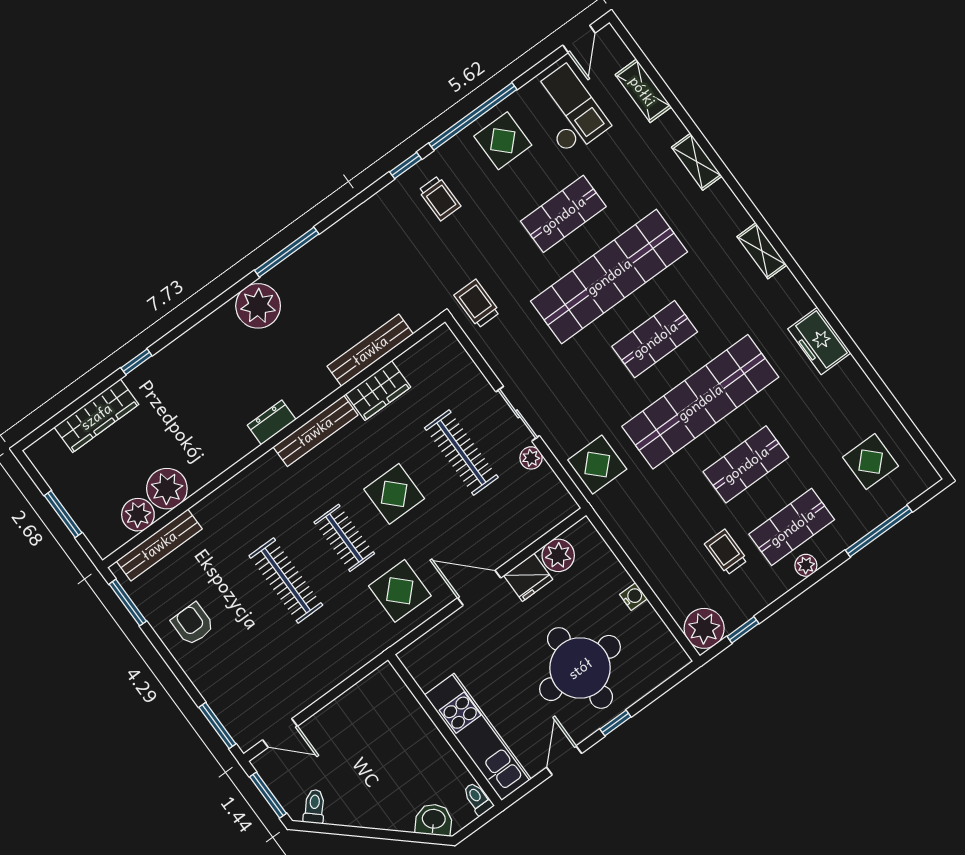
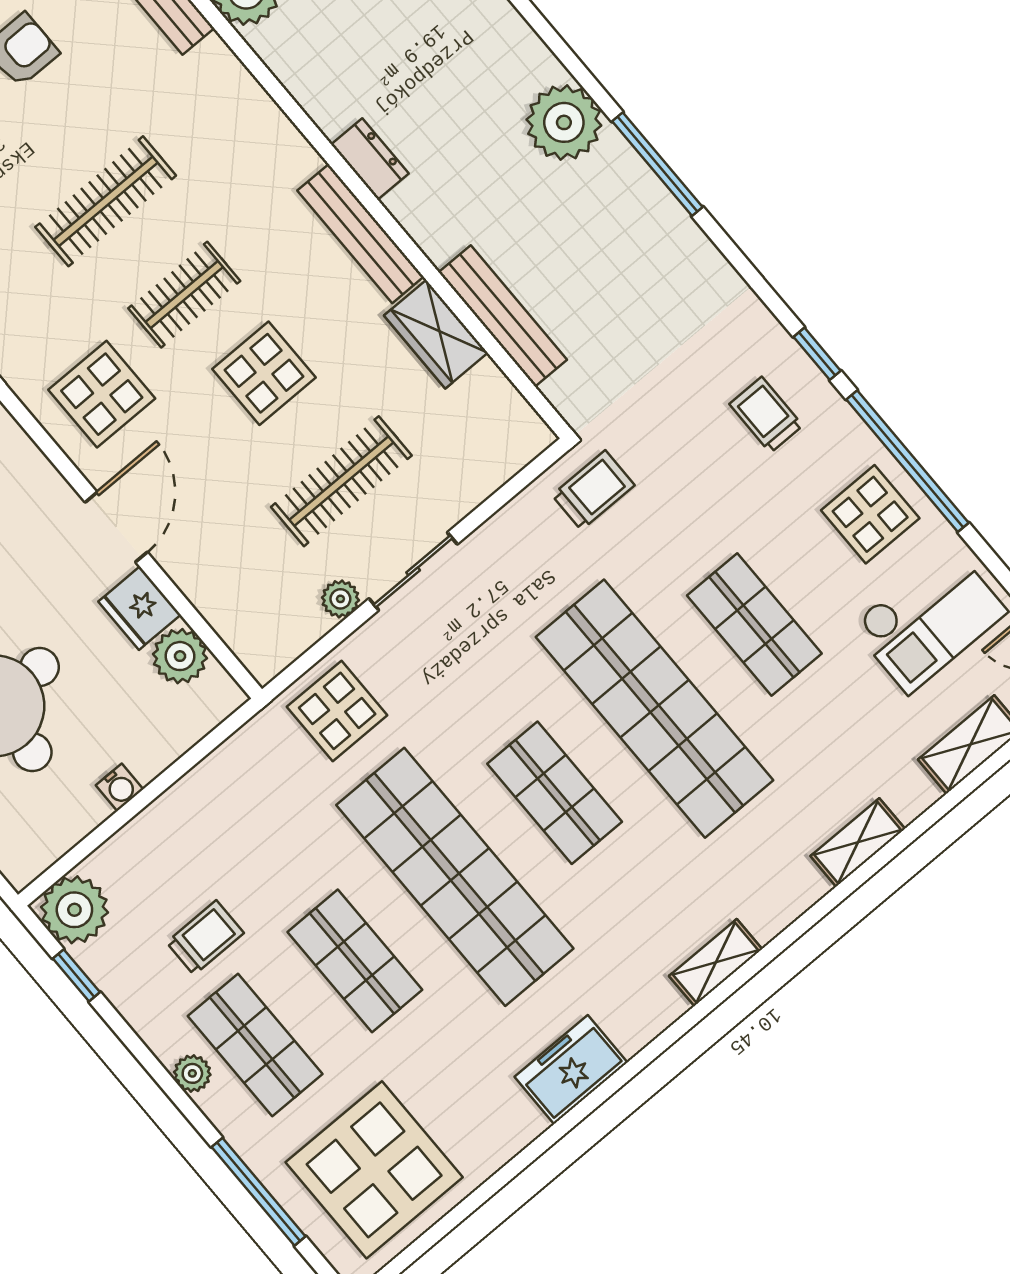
trolley: (440, 198) -> (766, 415), turned 90
display table: (871, 462) -> (374, 1170), width x1.86, depth x1.86

